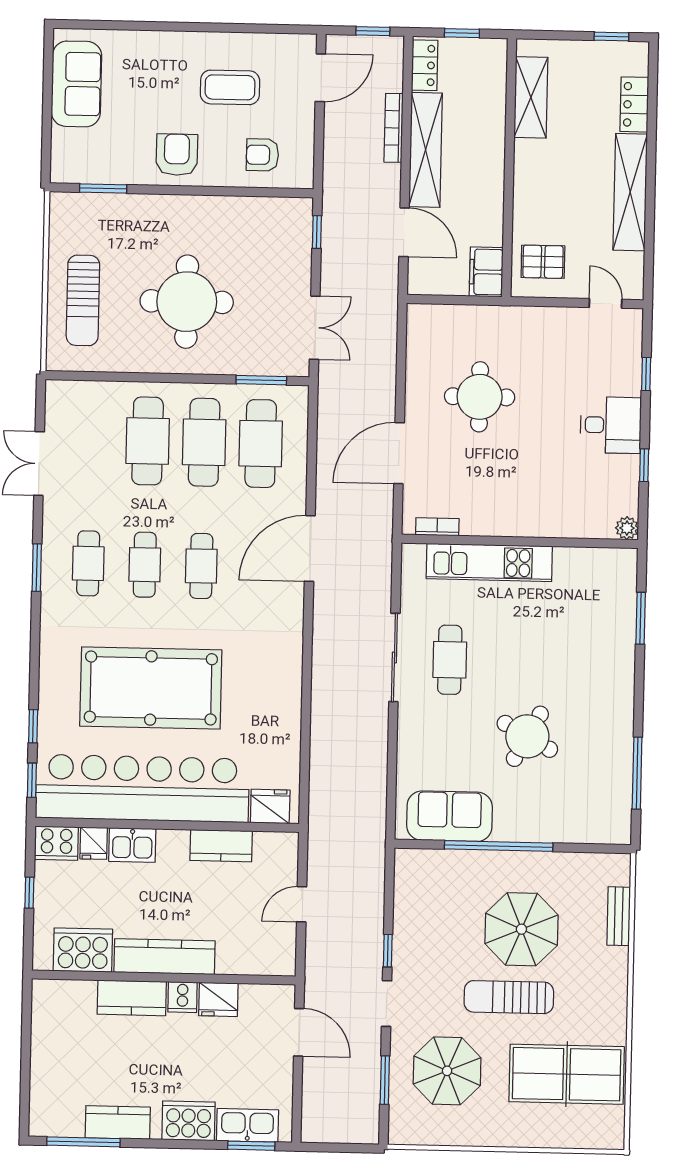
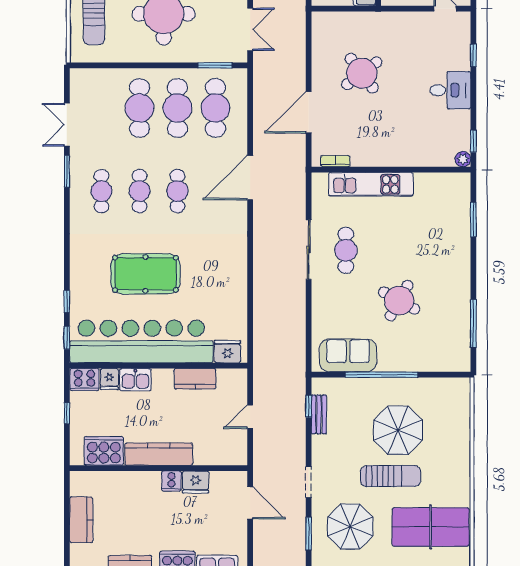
round table: (480, 397) -> (362, 73), turned -37
window: (644, 465) -> (473, 141), moved
window: (37, 568) -> (67, 171), moved
pool table: (151, 688) -> (145, 274), width x0.73, depth x0.76
bench: (619, 916) -> (319, 414), moved
window: (388, 951) -> (309, 406), moved
sun lounger: (509, 997) -> (391, 476), turned 180
kitchen counter: (132, 998) -> (81, 520), moved, turned -90

